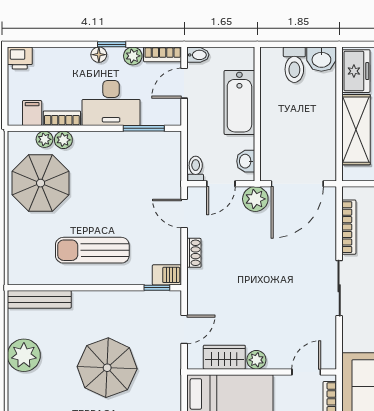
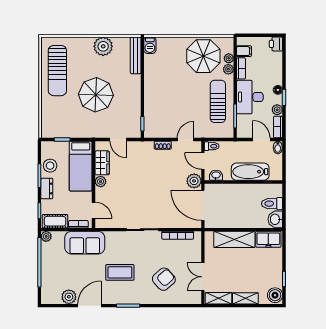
sun lounger: (92, 250) -> (218, 101), moved
barbecue: (167, 275) -> (150, 45), moved

